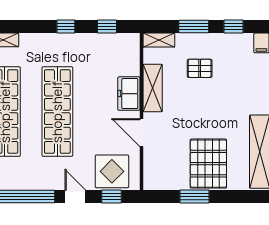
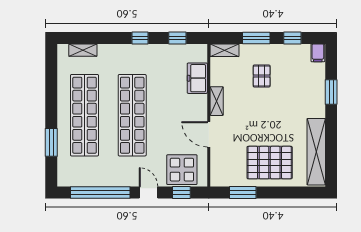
pallet: (200, 68) -> (262, 76), turned 90
shelving: (153, 88) -> (217, 101), width x0.67, depth x0.75
freezer: (129, 94) -> (197, 78), moved
pallet: (208, 164) -> (270, 163), turned 90
window: (195, 196) -> (243, 192), moved

